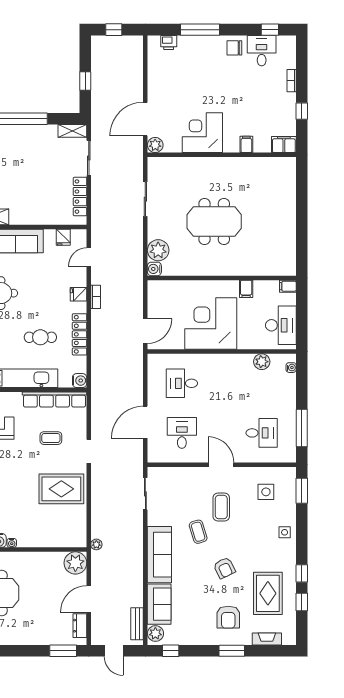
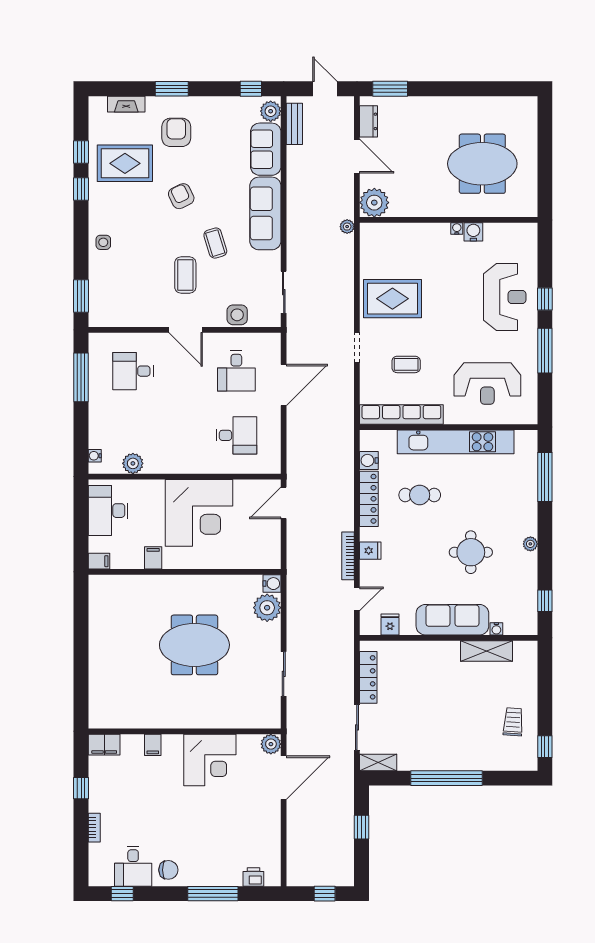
bookcase: (96, 297) -> (348, 556), width x1.56
water cooler: (80, 381) -> (369, 460), moved
side table: (266, 492) -> (237, 315), moved
rug: (268, 593) -> (125, 163), turned 90
door: (89, 599) -> (357, 156), hinge flipped

